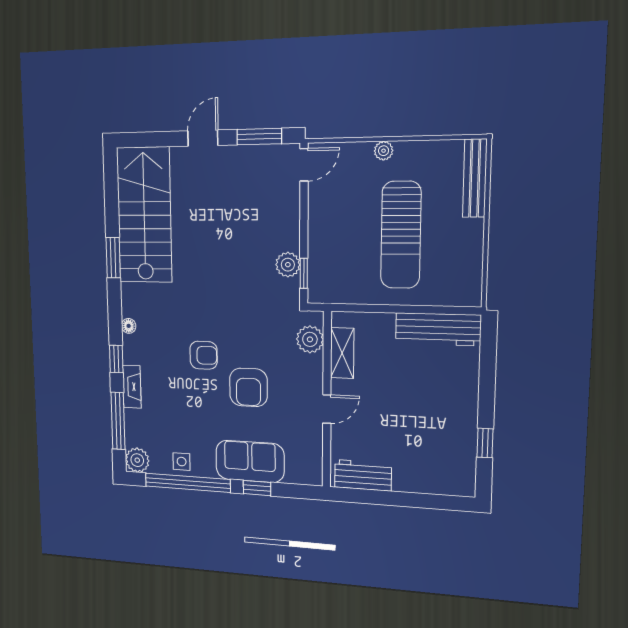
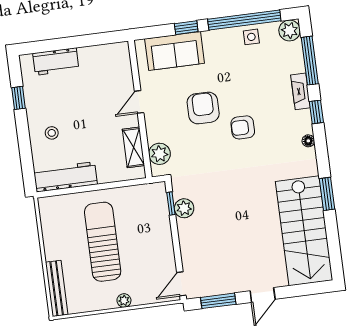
stool: (447, 390) -> (52, 133), added
sofa: (250, 461) -> (175, 51), moved
workbench: (363, 475) -> (56, 61), moved

